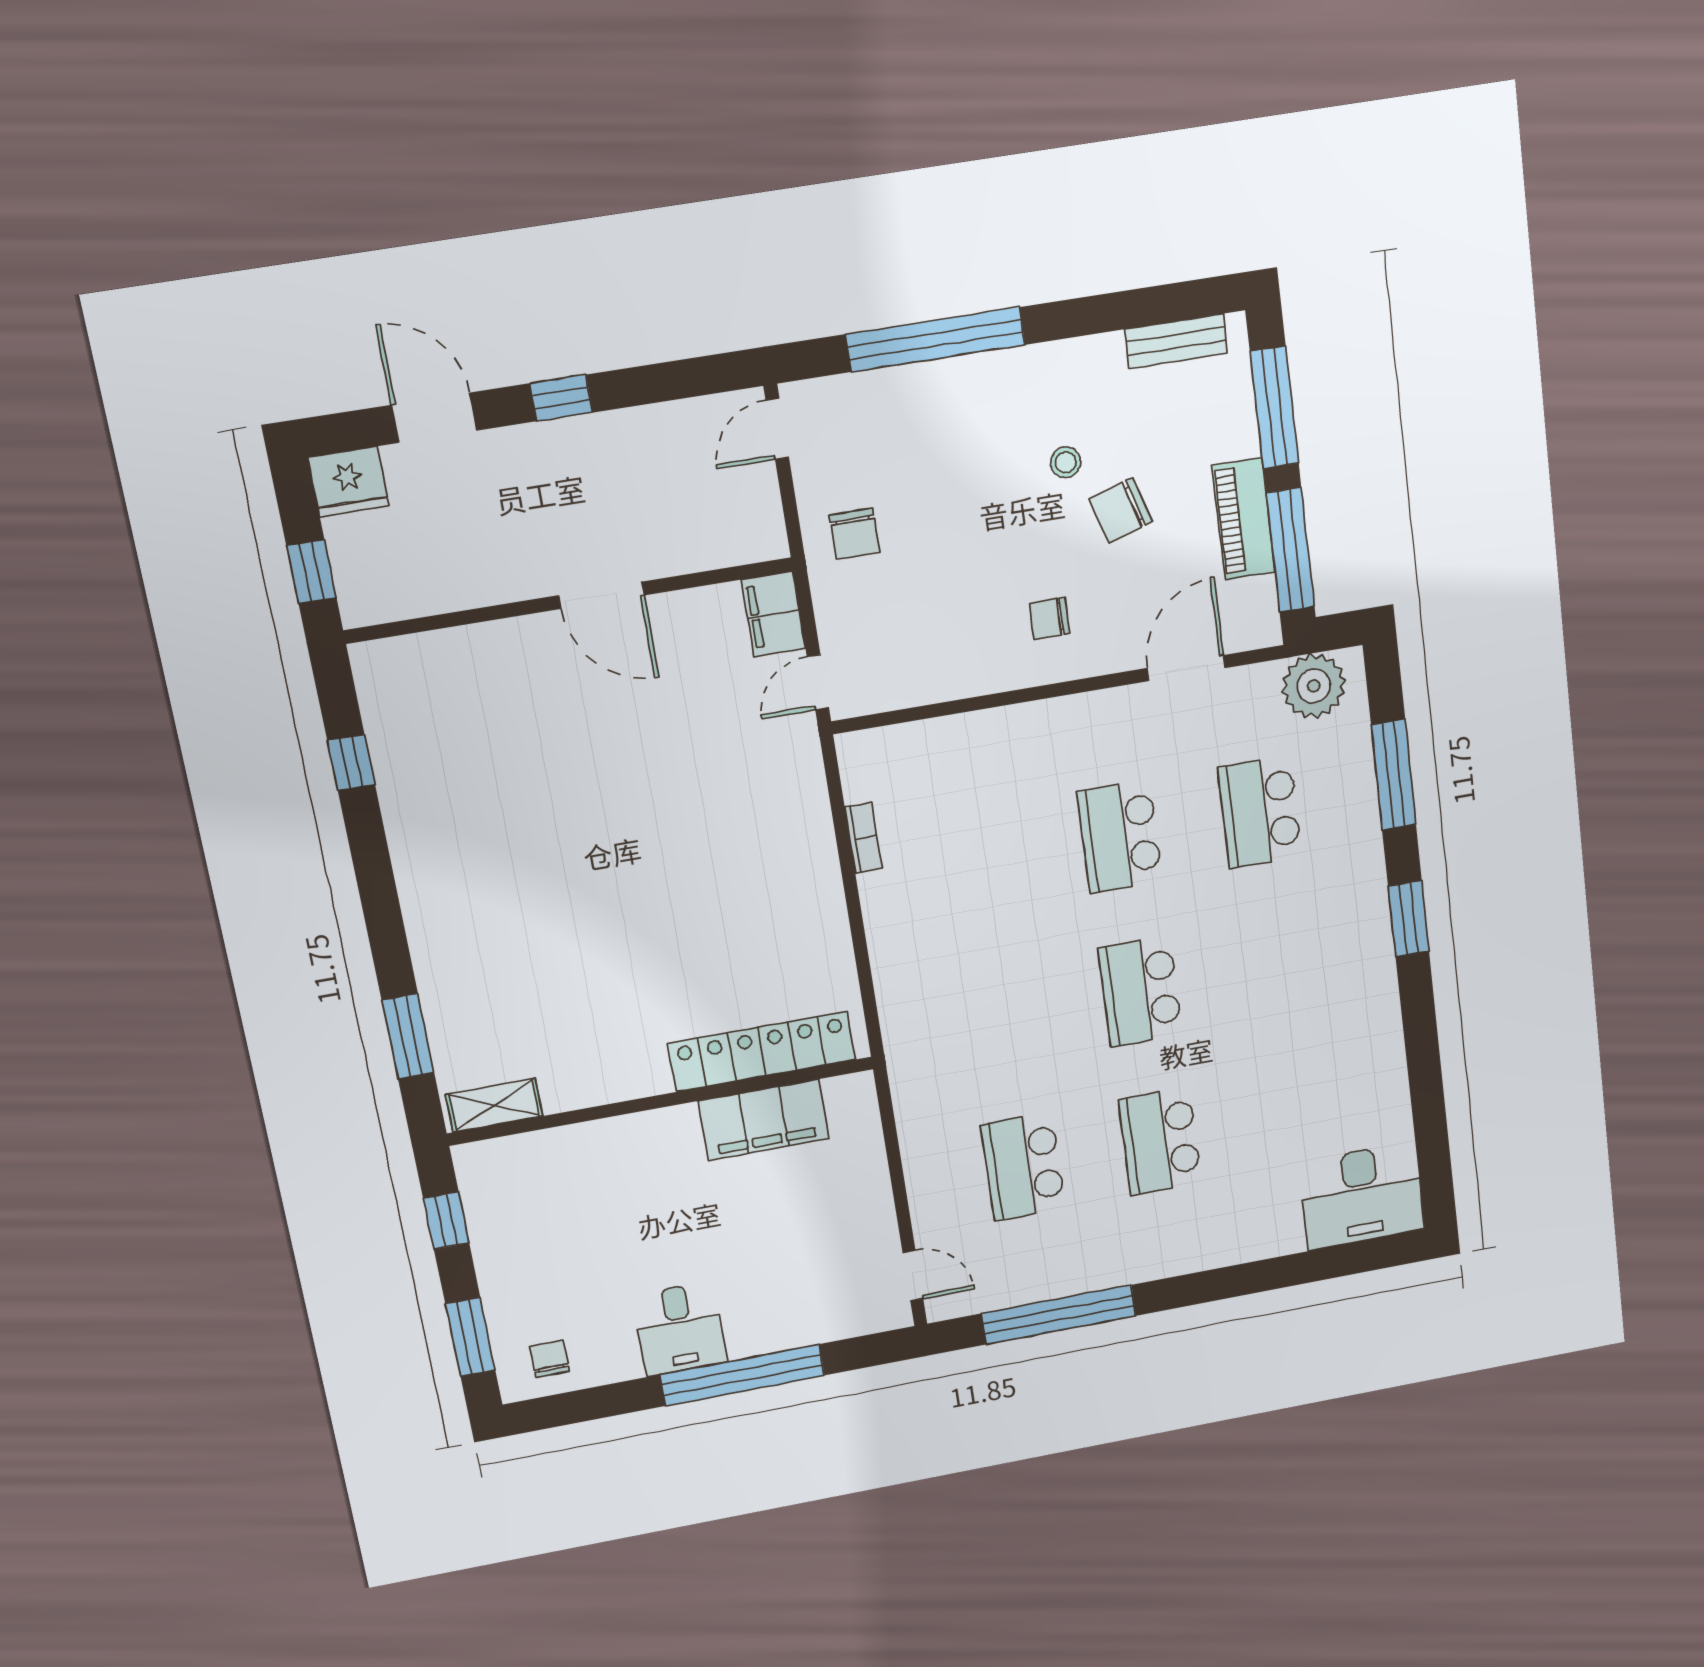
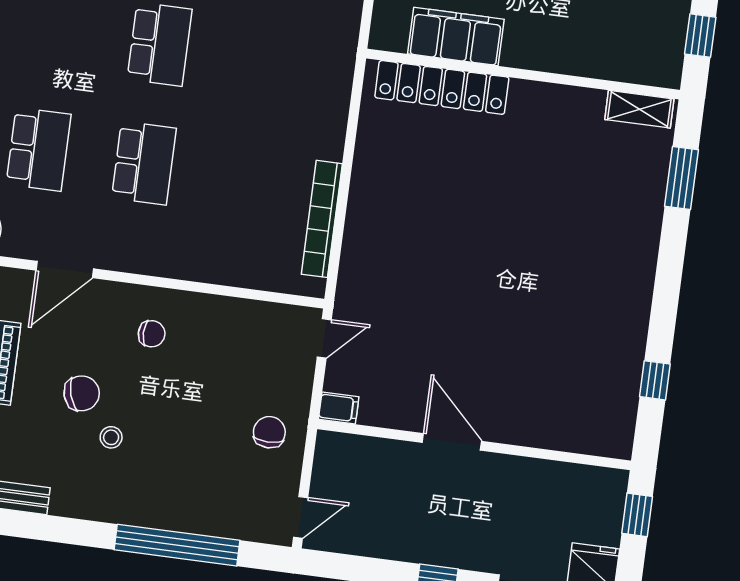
filing cabinet: (773, 614) -> (339, 408), width x0.50
bookcase: (863, 838) -> (322, 219), width x2.31, depth x1.31

